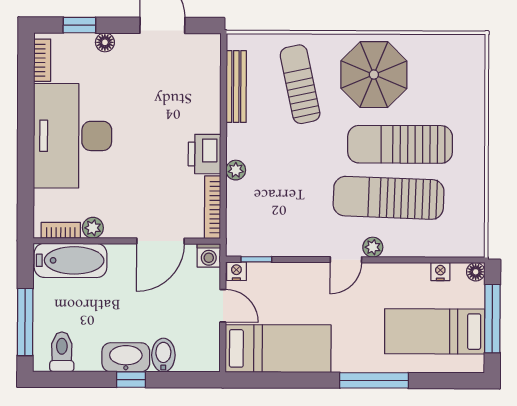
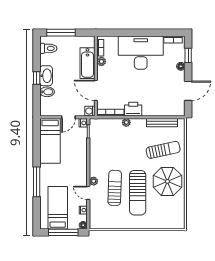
sun lounger: (400, 144) -> (138, 193), turned 180
sun lounger: (389, 198) -> (115, 188), width x0.73, depth x0.75
bathtub: (71, 260) -> (87, 63), moved
door: (346, 260) -> (88, 193), moved

